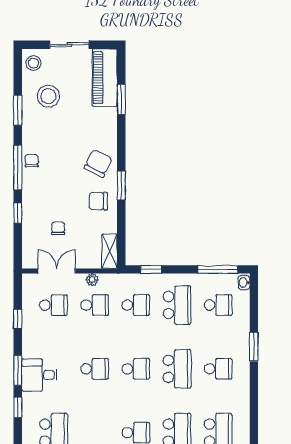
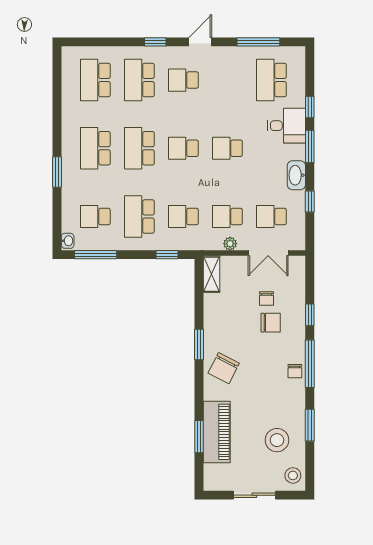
piano: (105, 78) -> (217, 432), moved
chair: (98, 201) -> (271, 323), moved
washbasin: (30, 344) -> (296, 175), added
school desk: (218, 369) -> (95, 148), width x1.85
desk: (39, 375) -> (287, 126), moved

